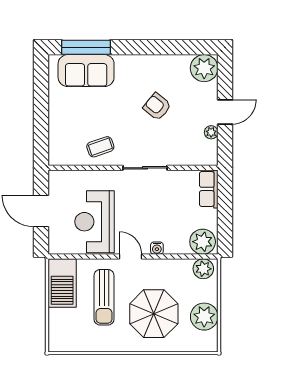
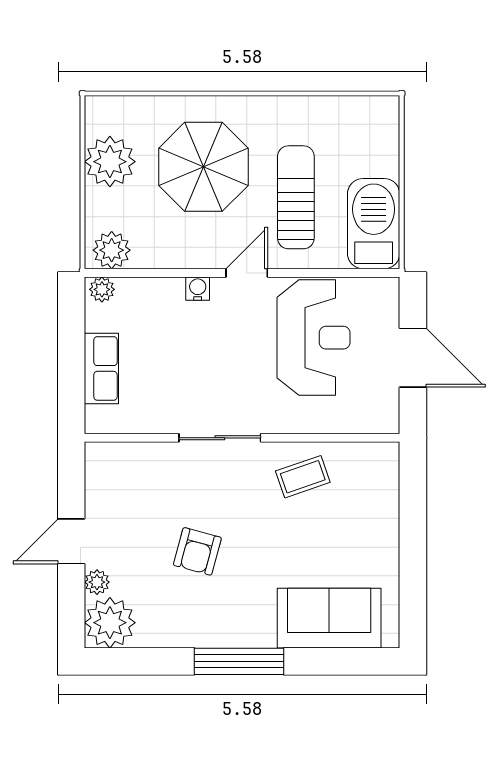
window: (86, 47) -> (239, 661), moved
armchair: (157, 107) -> (197, 551), turned 66
plant: (211, 132) -> (97, 582), moved
row of seats: (209, 189) -> (101, 368), moved
plant: (203, 242) -> (102, 289), width x0.53, depth x0.53
door: (130, 257) -> (247, 273), swing flipped

